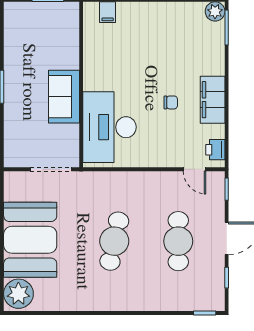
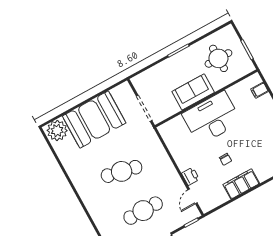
round table: (39, 42) -> (218, 58), added
desk: (110, 127) -> (212, 118), moved
printer: (215, 150) -> (190, 176), moved, turned 90

